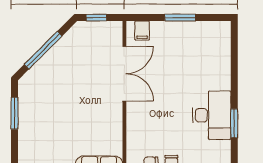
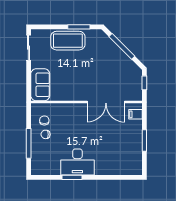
coffee table: (35, 129) -> (68, 41), added

